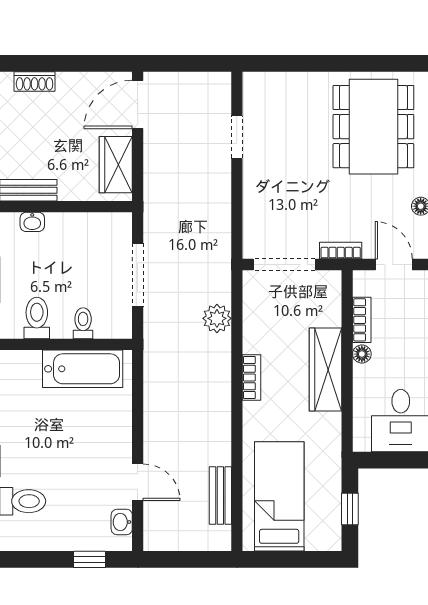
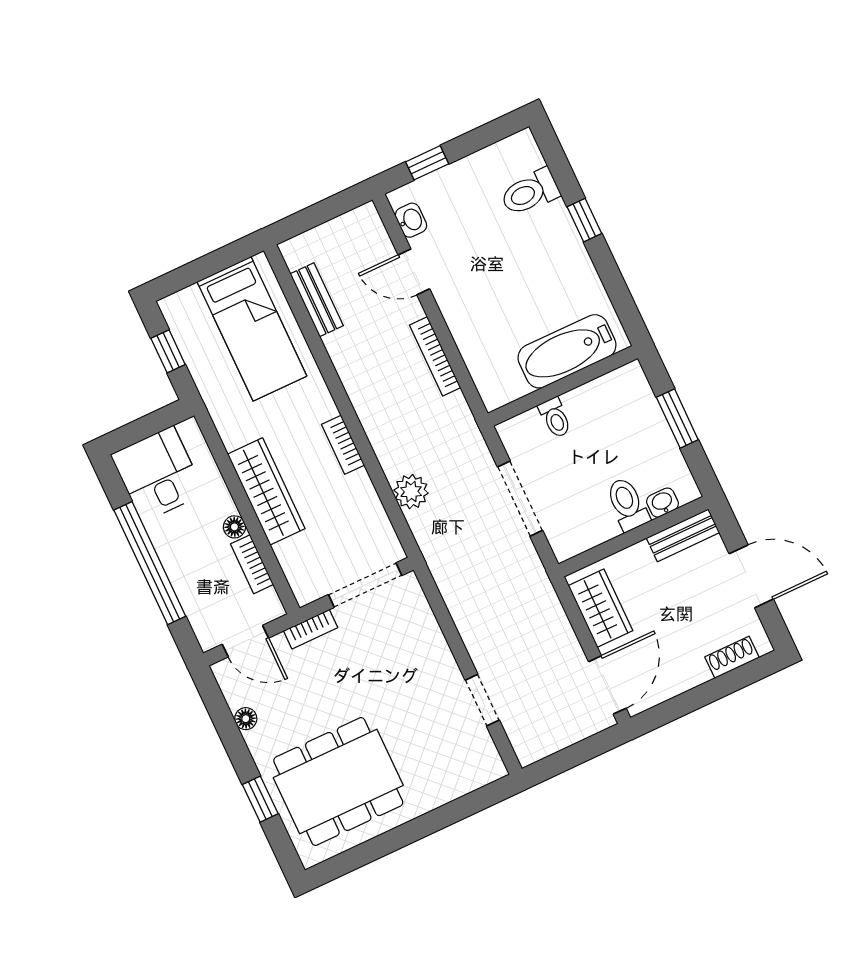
dining table: (373, 127) -> (338, 781), turned 90
toilet: (37, 318) -> (627, 504), moved, turned 180
bathtub: (83, 369) -> (567, 351), moved
bookcase: (152, 411) -> (435, 356), added

